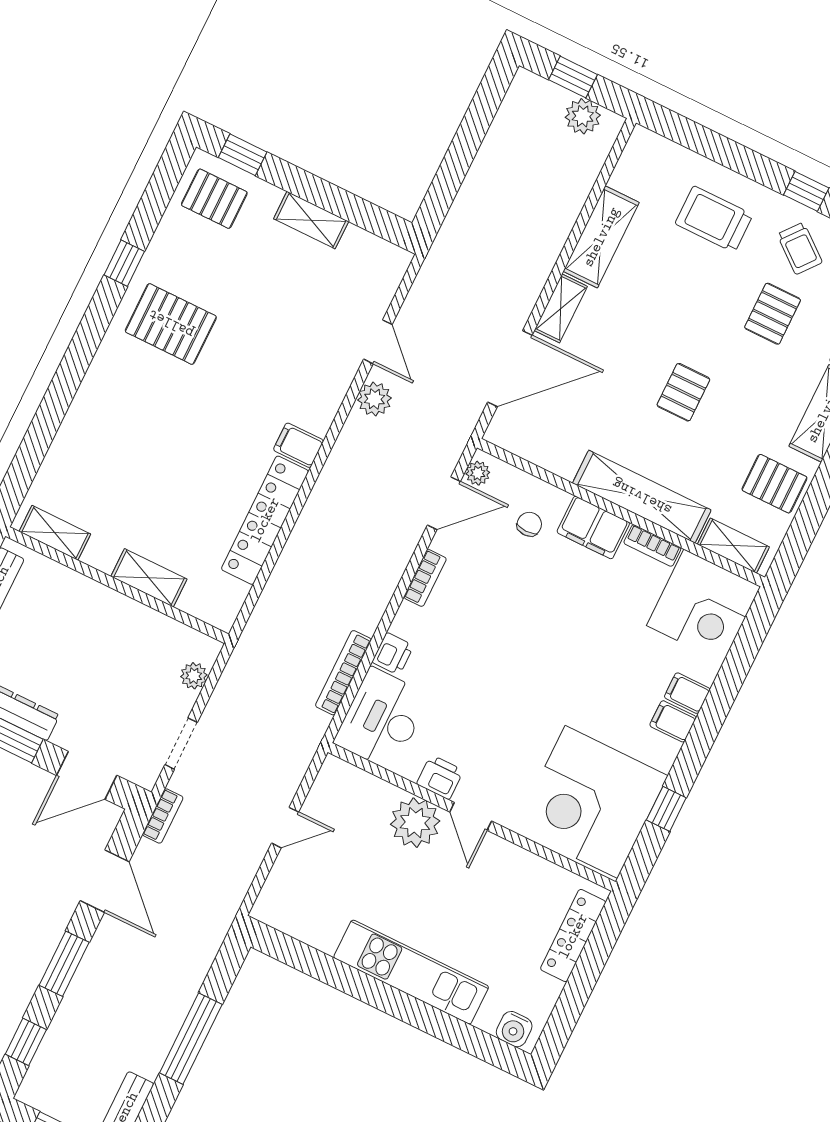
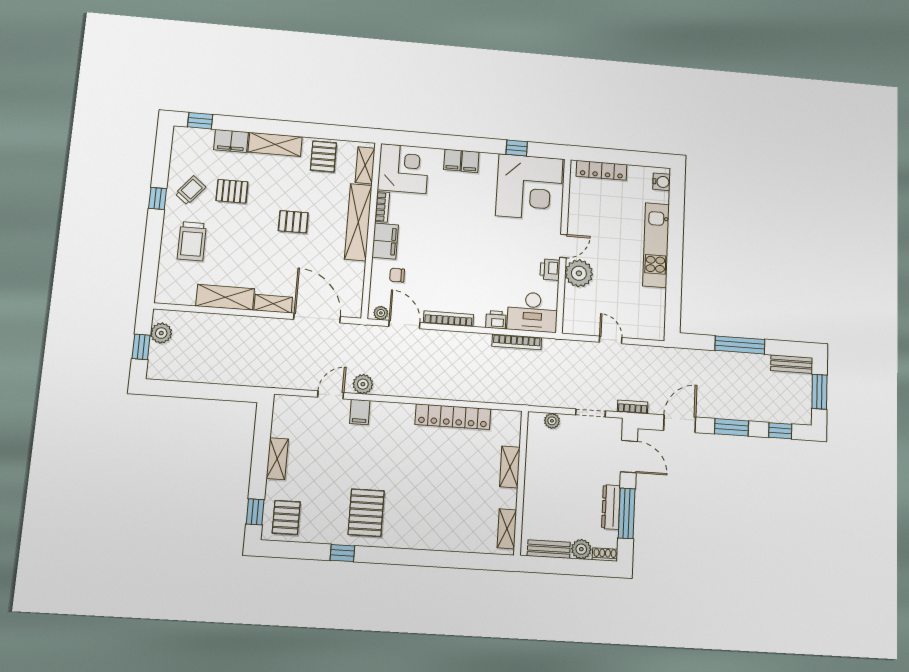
filing cabinet: (298, 445) -> (360, 412), moved
bookcase: (425, 578) -> (448, 319), width x1.56

